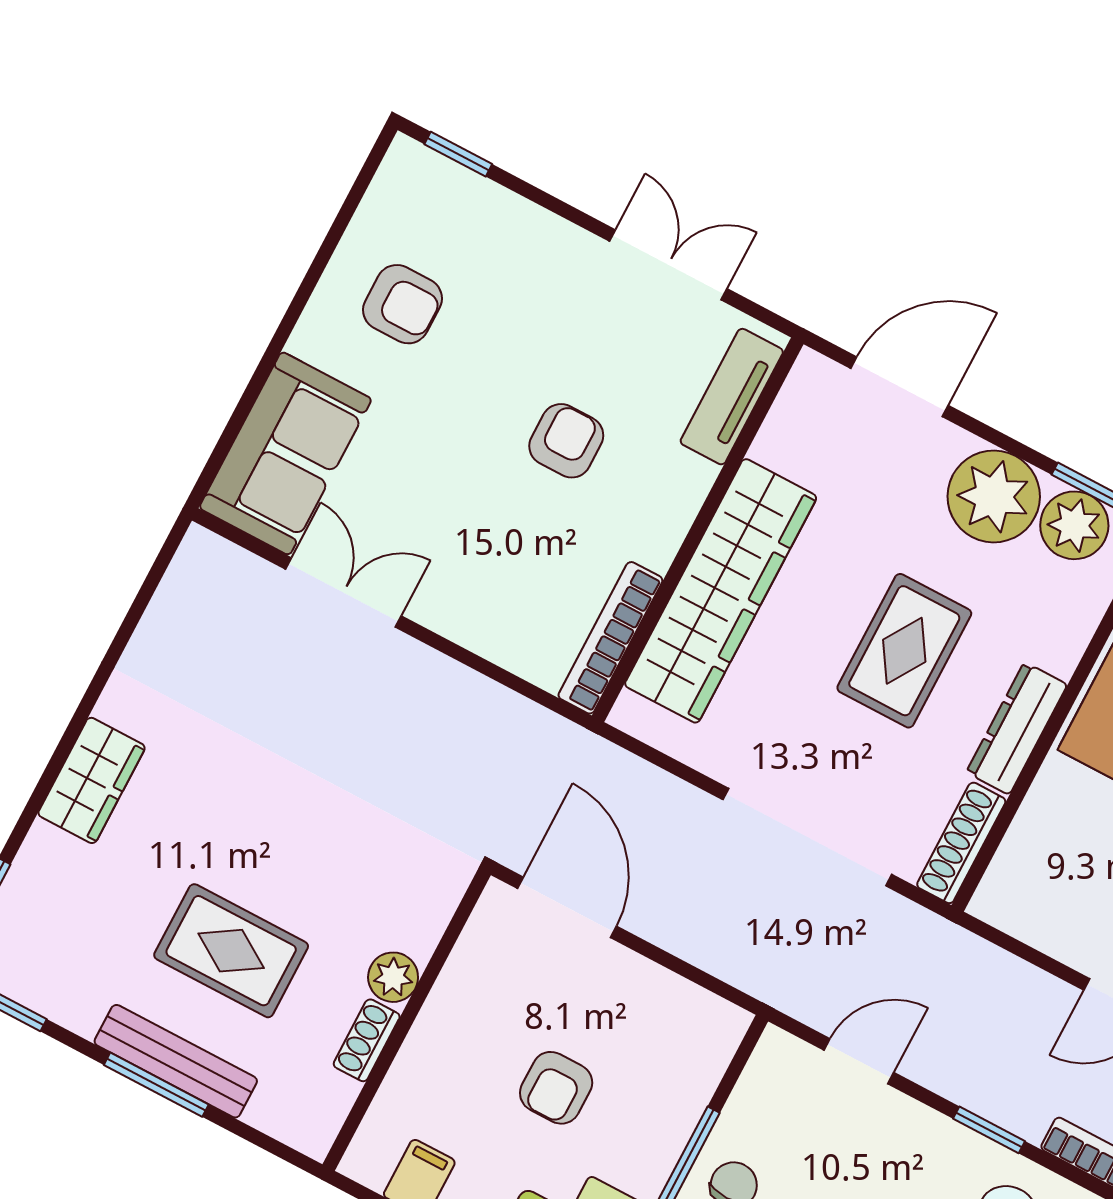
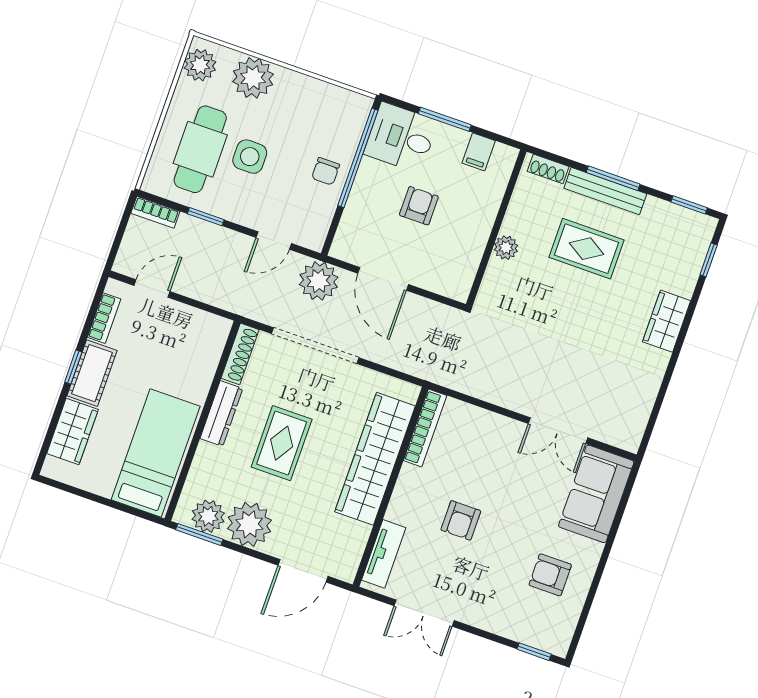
door: (567, 907) -> (383, 279), moved
plant: (781, 966) -> (319, 281), added
shoe rack: (367, 1040) -> (548, 169), moved, turned 90

